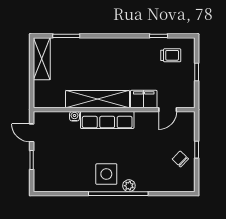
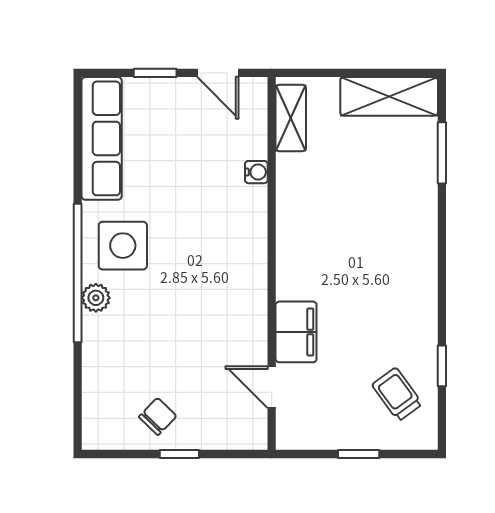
trolley: (171, 55) -> (397, 394), turned 144
shelving: (98, 99) -> (291, 118), moved, width x0.45, depth x0.75
row of seats: (107, 120) -> (102, 138), moved, turned 180
door: (32, 133) -> (218, 73), swing flipped

